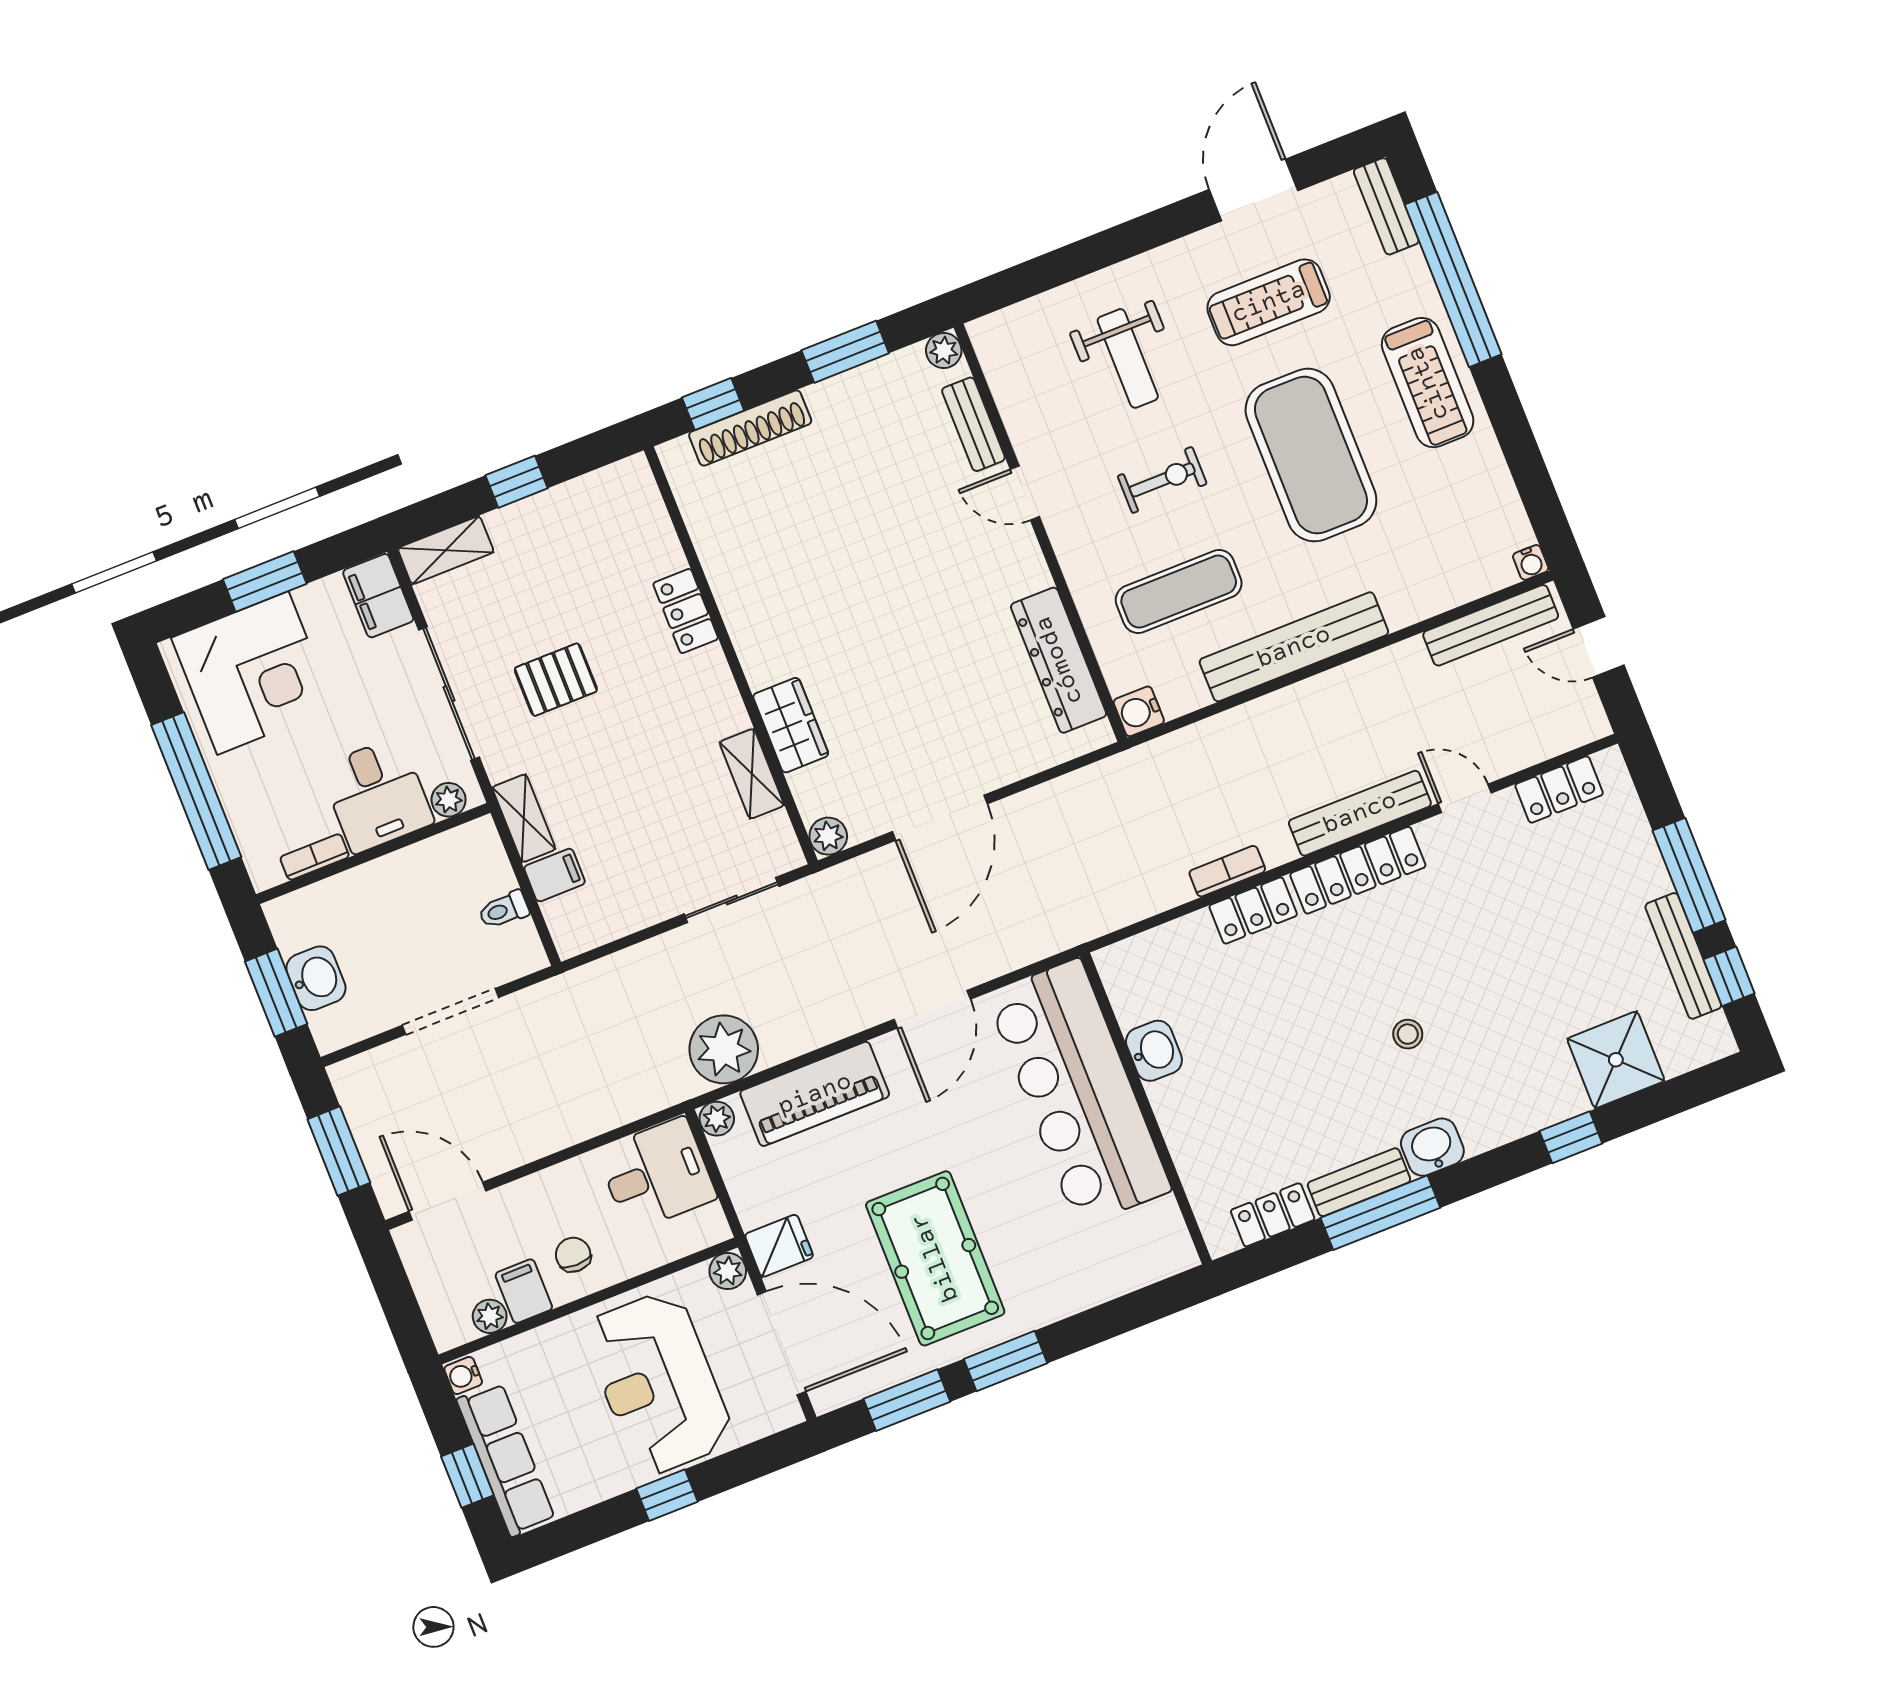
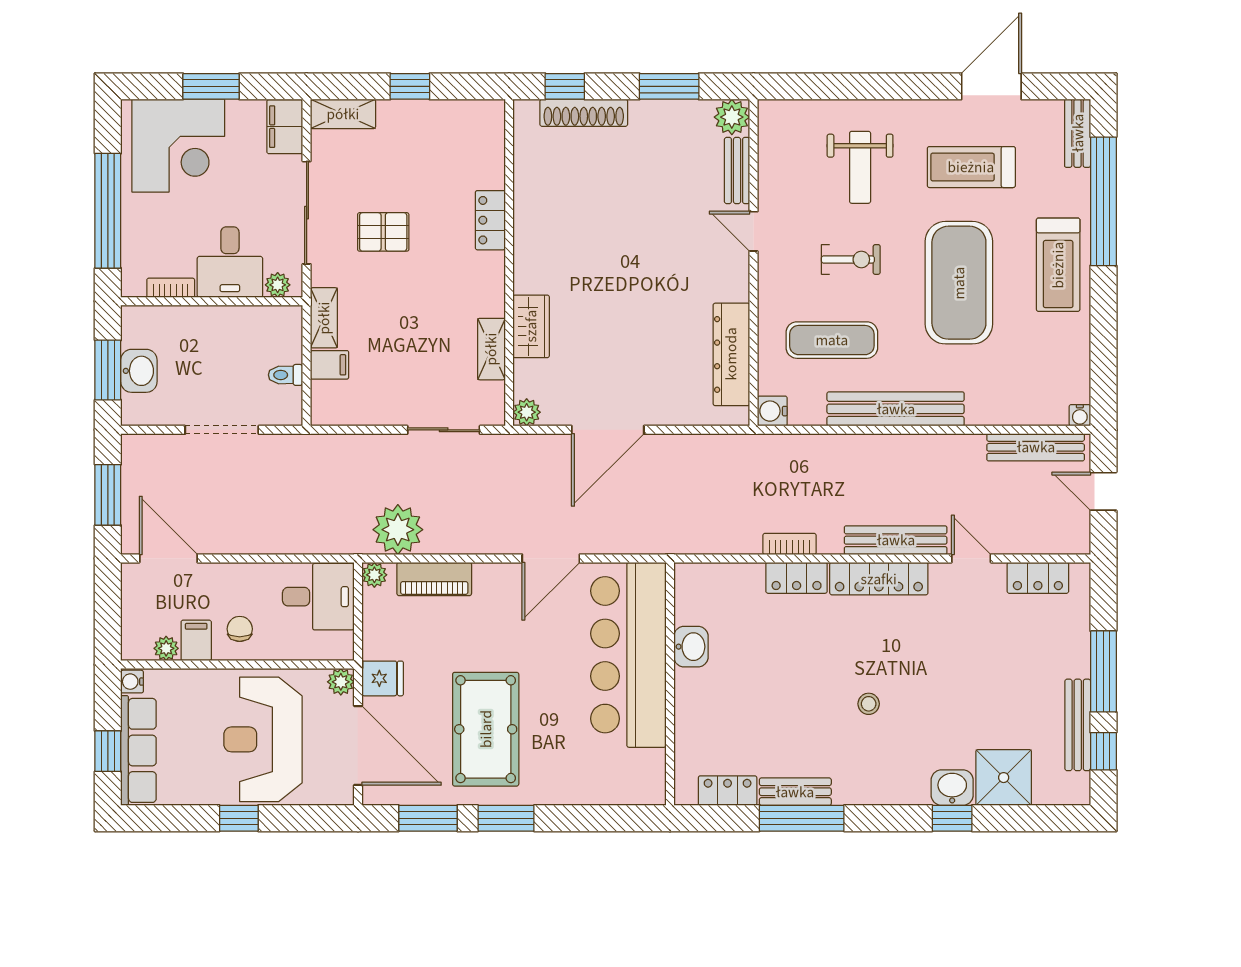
plant: (944, 351) -> (732, 117), width x1.38, depth x1.38
piano: (815, 1094) -> (434, 579), width x0.73, depth x0.75
washbasin: (1432, 1147) -> (952, 788), moved

